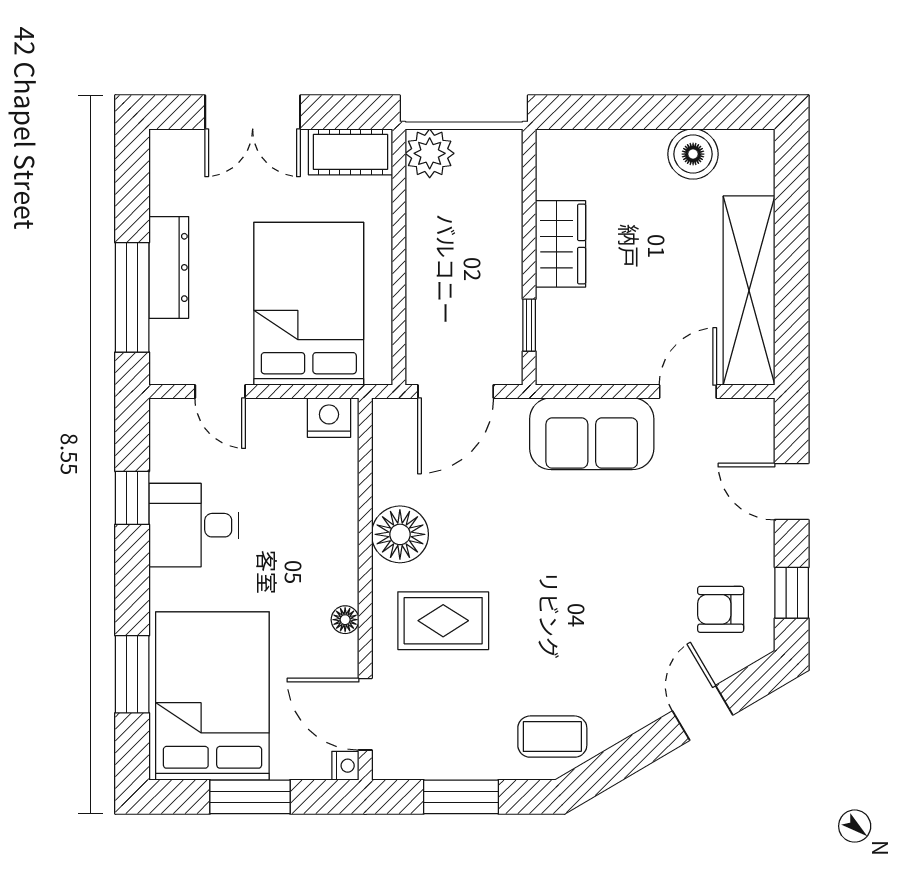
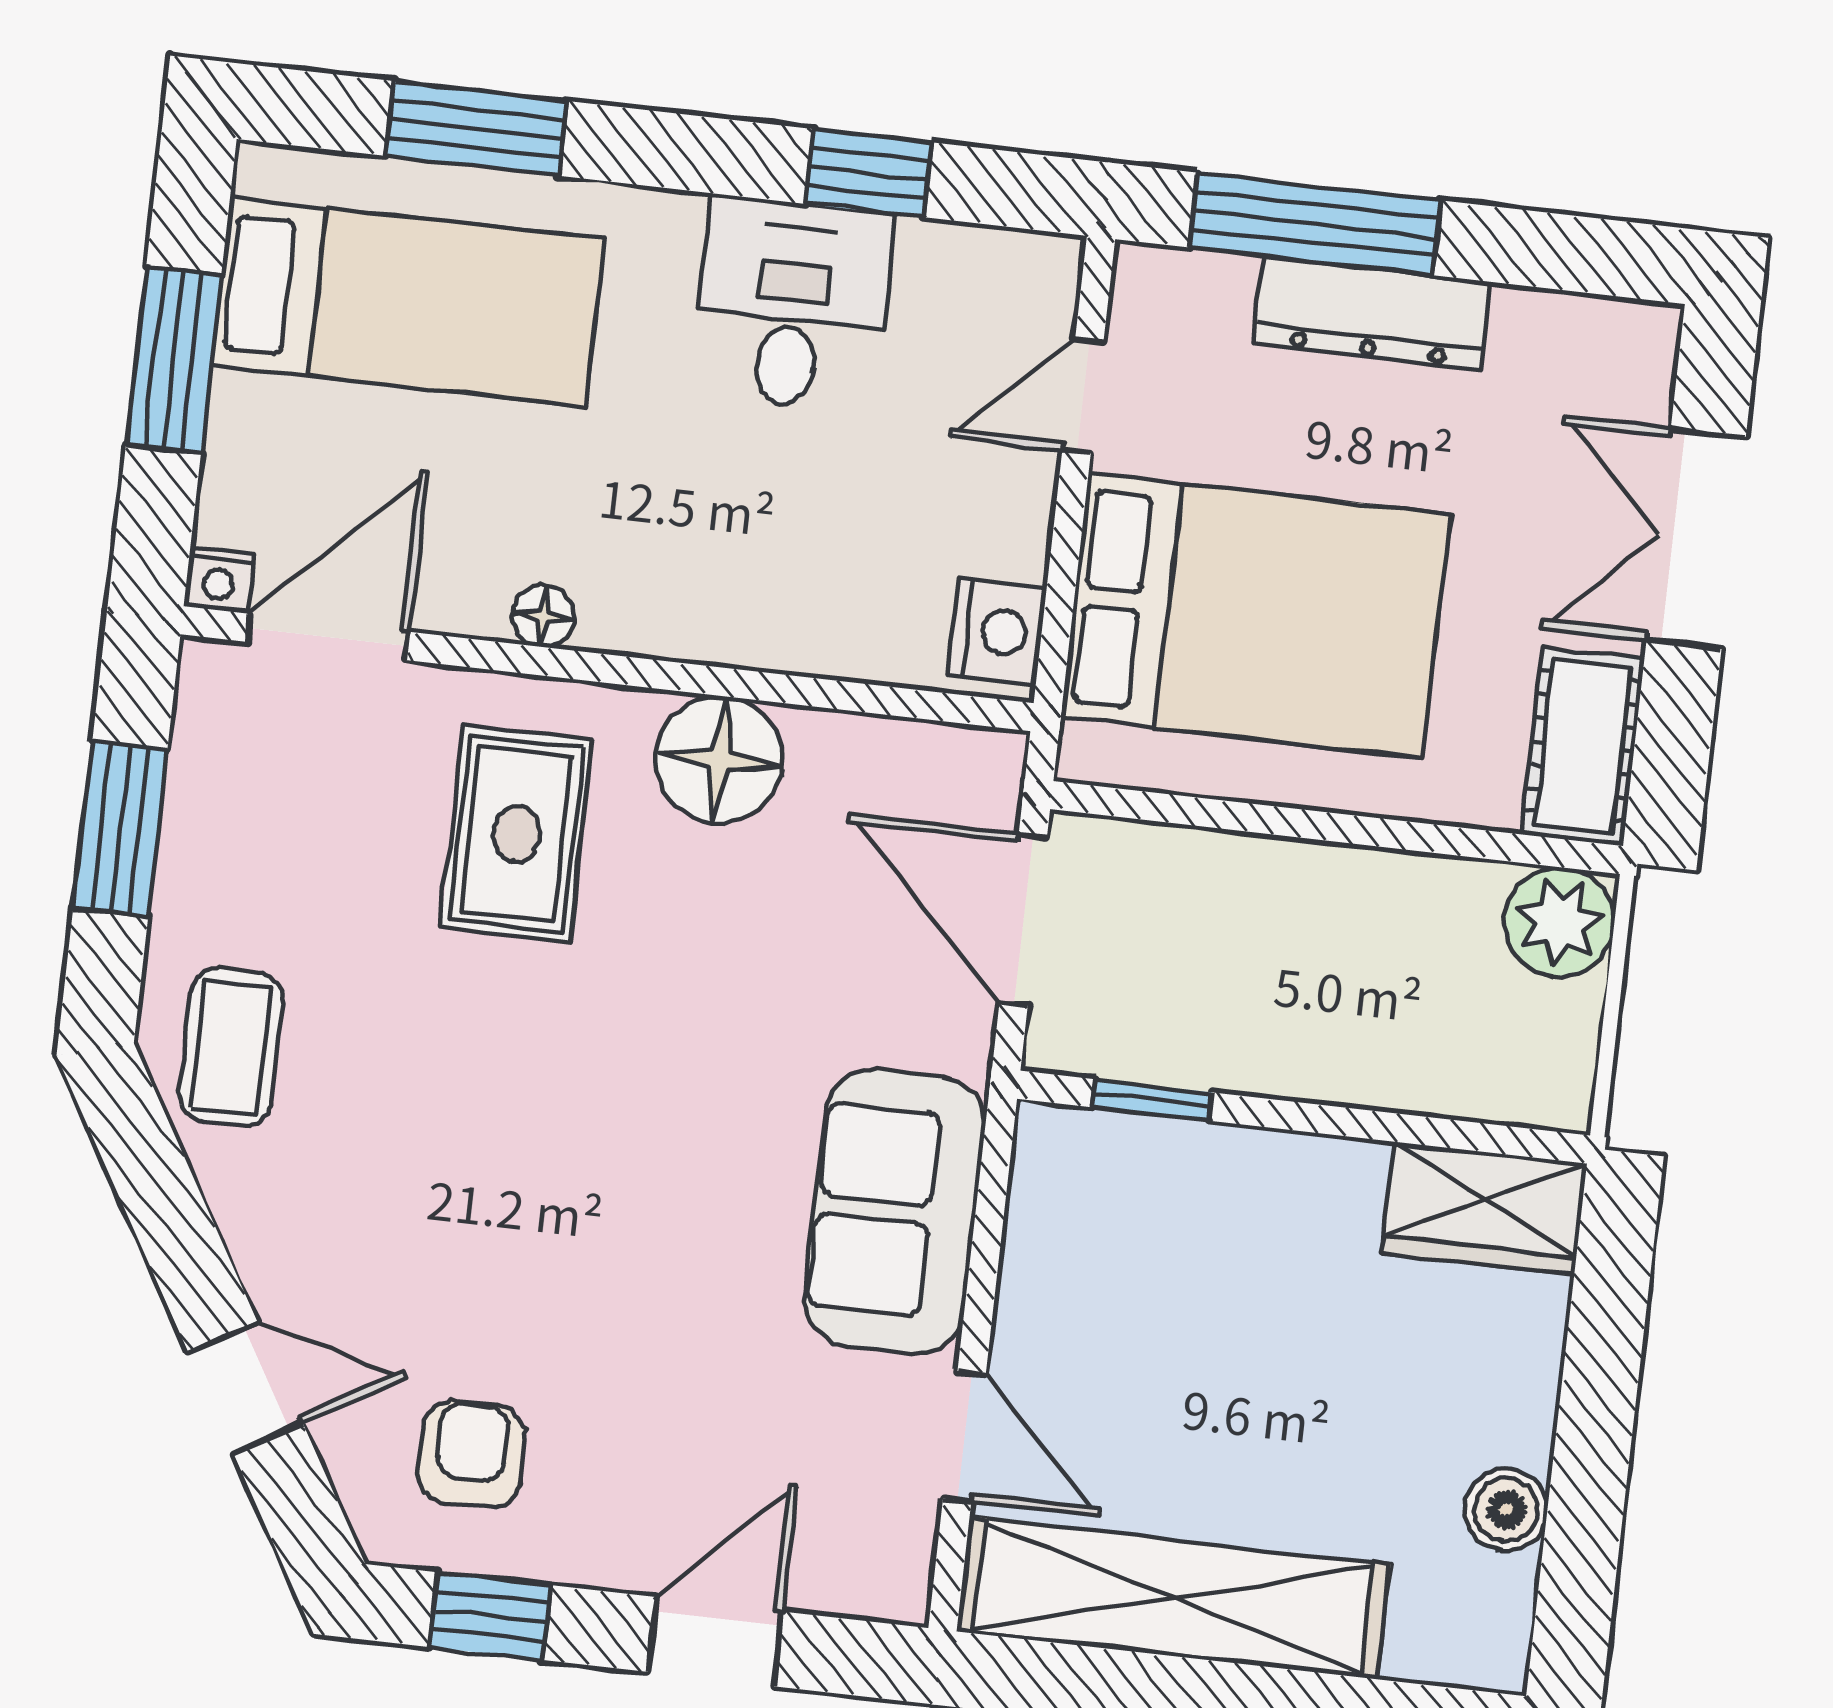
boiler: (693, 154) -> (1506, 1510), width x0.73, depth x0.73
wardrobe: (560, 244) -> (1484, 1208), moved
bed: (212, 696) -> (408, 302), width x0.67

